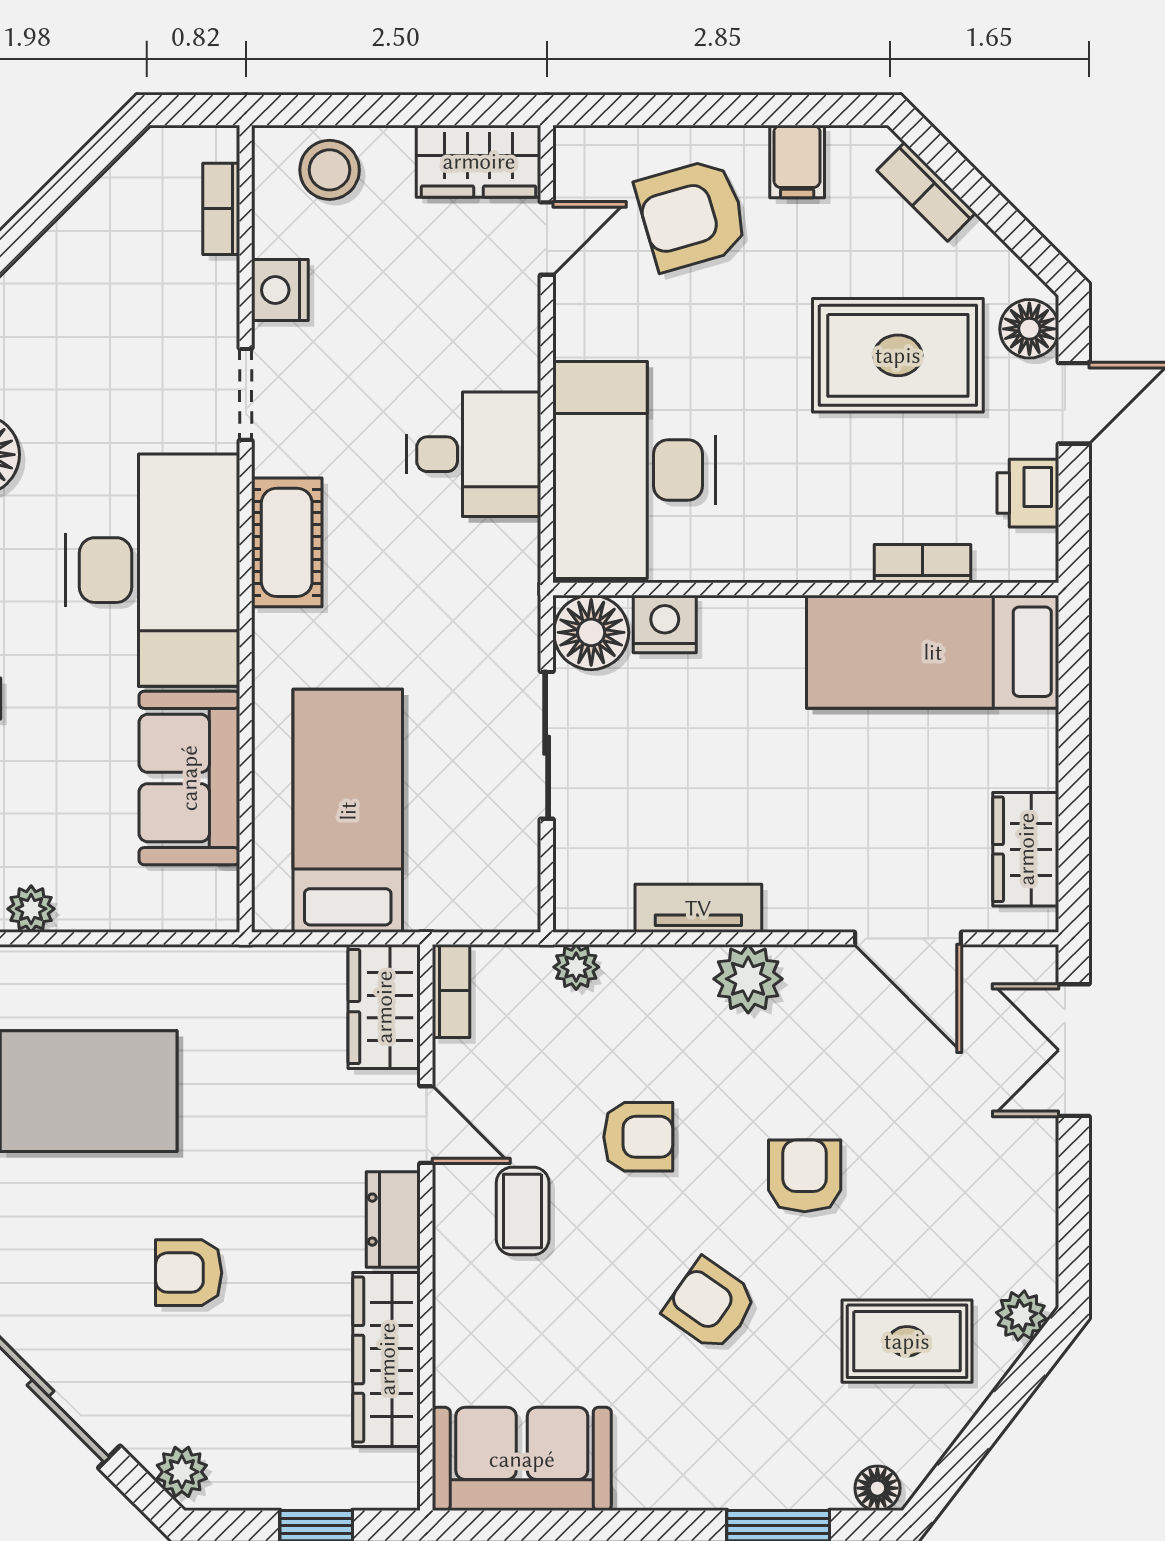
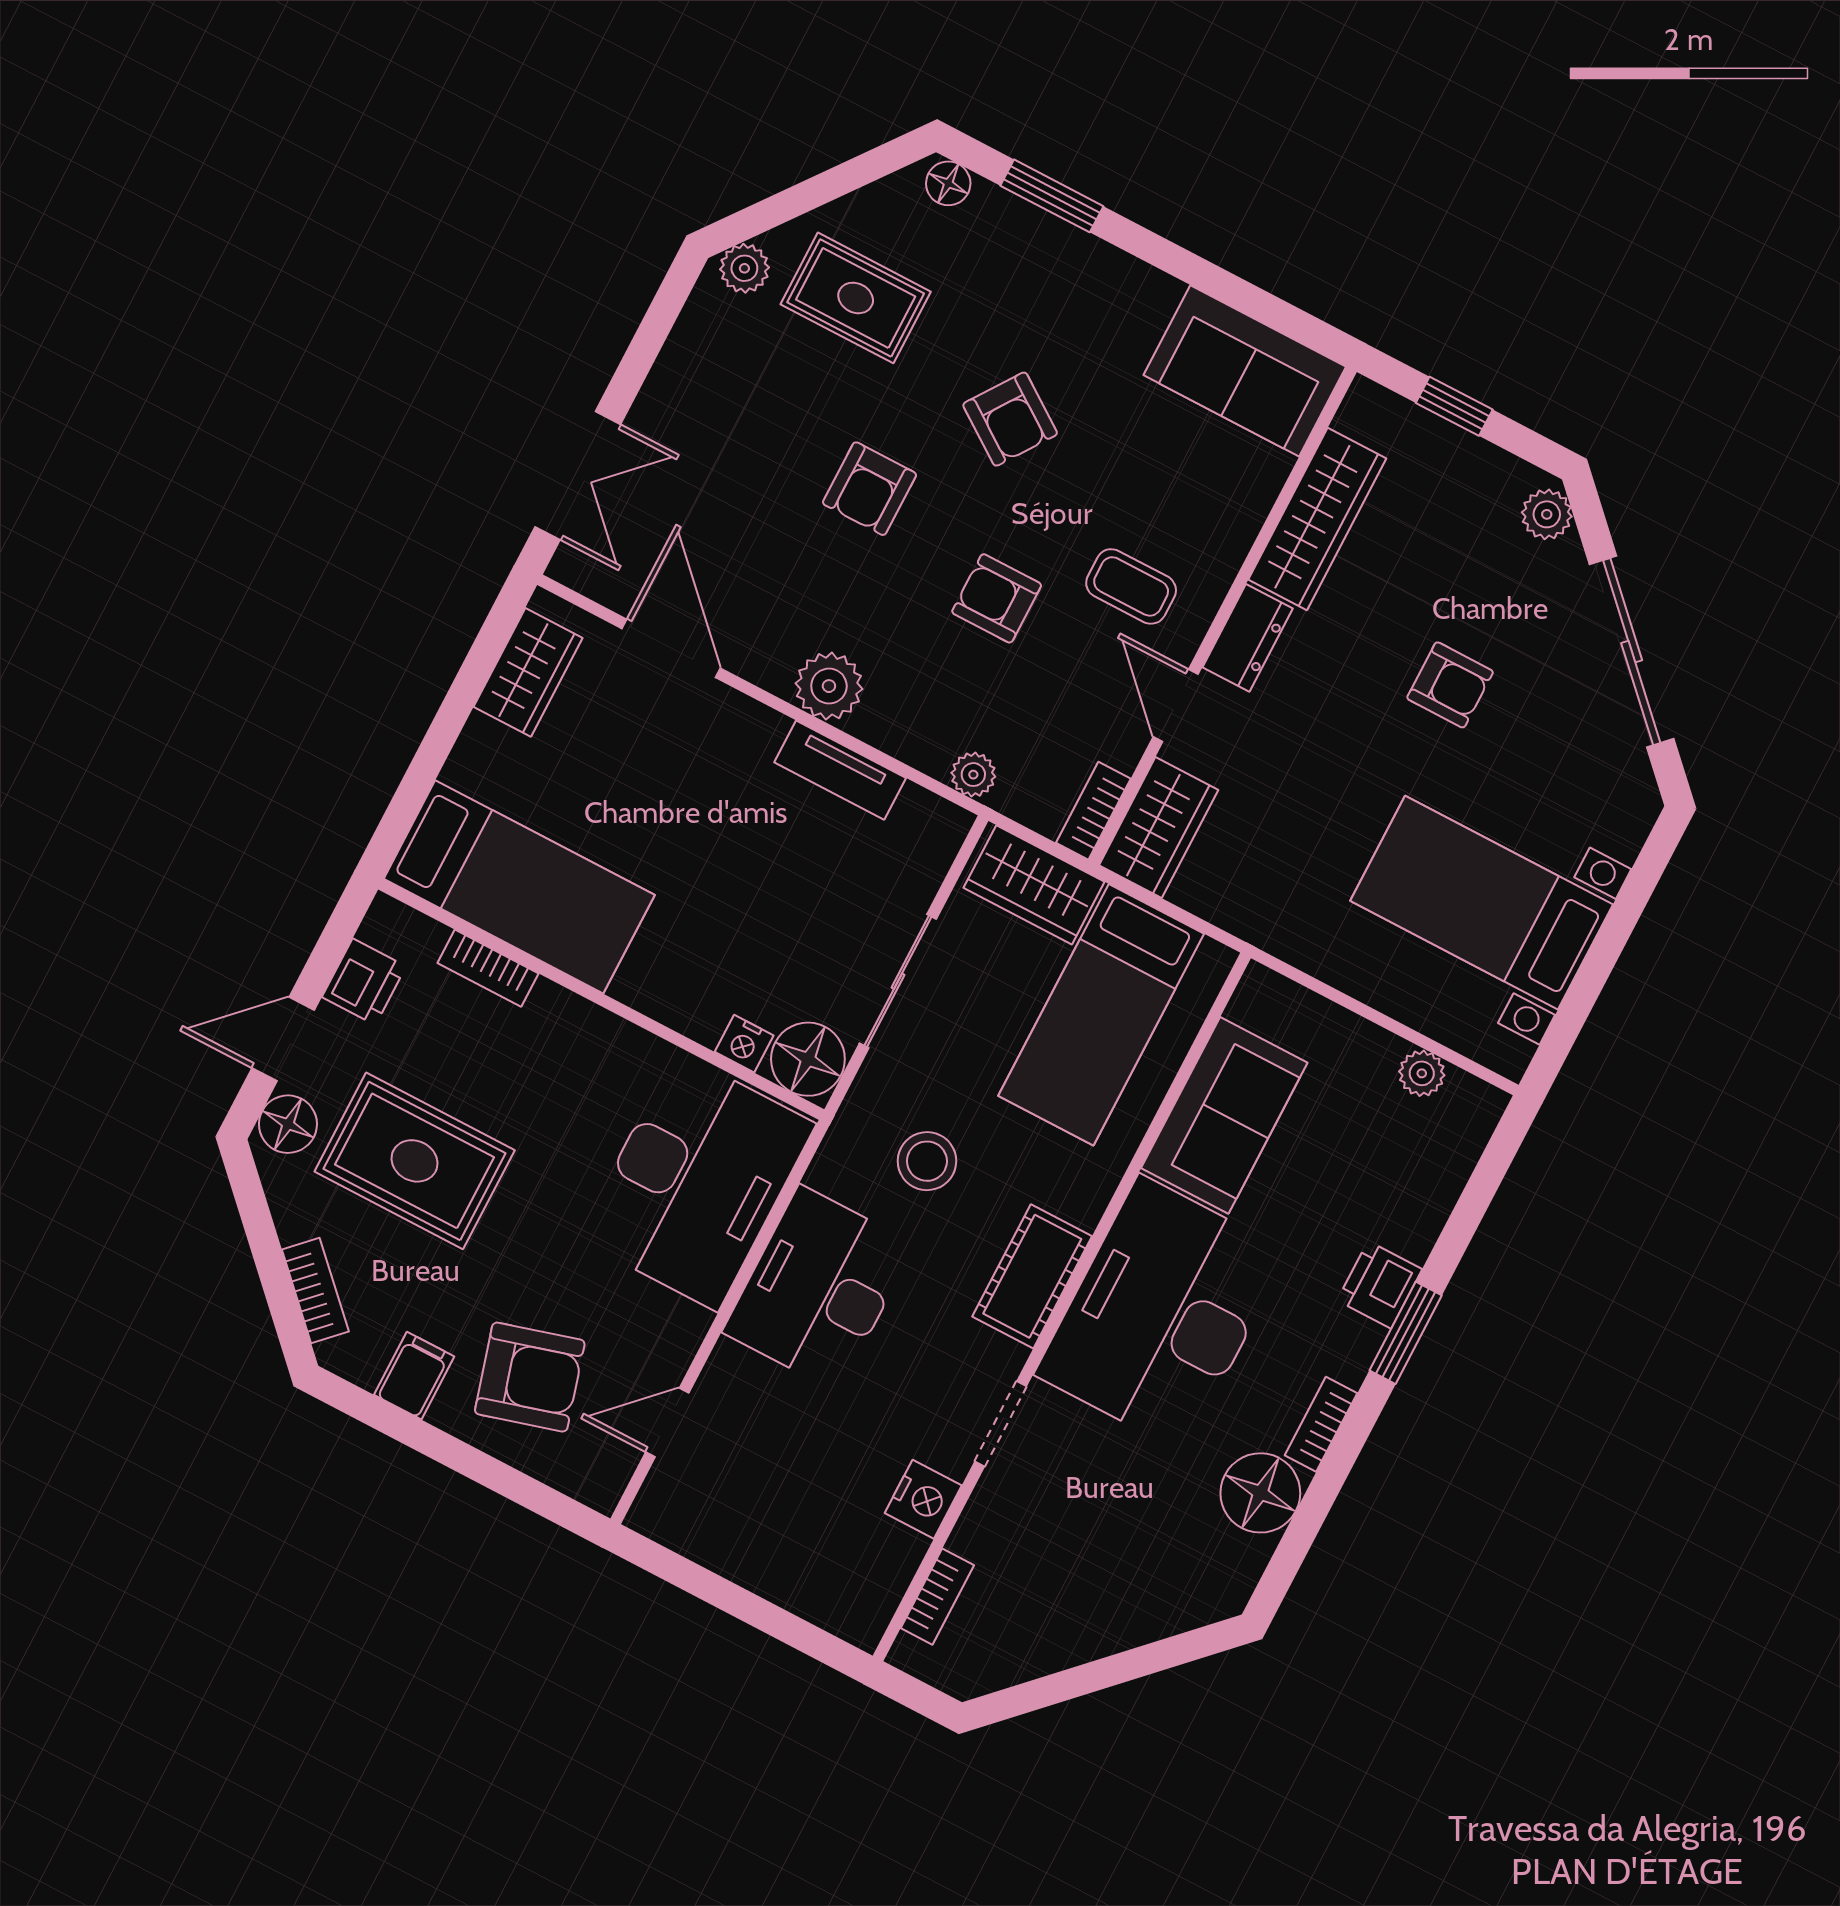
wardrobe: (479, 161) -> (1034, 885), moved, turned 180
stool: (330, 170) -> (927, 1161), moved
desk: (473, 454) -> (819, 1288), width x1.37
nightstand: (665, 624) -> (744, 1044), width x0.72, depth x0.74
coffee table: (523, 1211) -> (1131, 586), turned 90

